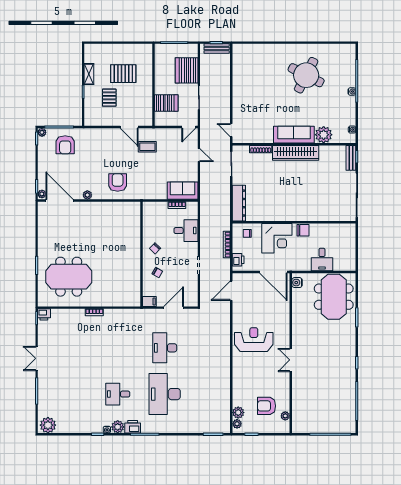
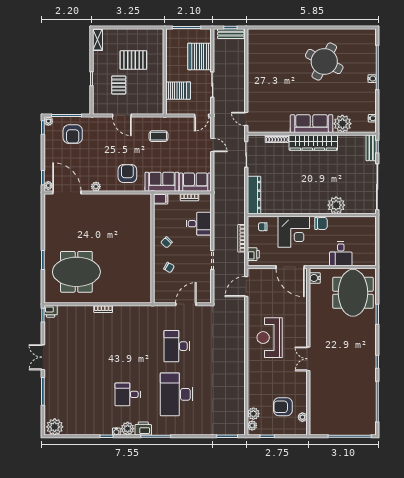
shelving: (89, 74) -> (98, 40), moved
door: (129, 127) -> (122, 116), moved
sofa: (151, 190) -> (162, 182), added
plant: (318, 213) -> (336, 205), added
filing cabinet: (149, 301) -> (161, 199), moved
reception desk: (254, 340) -> (270, 338), turned -90

